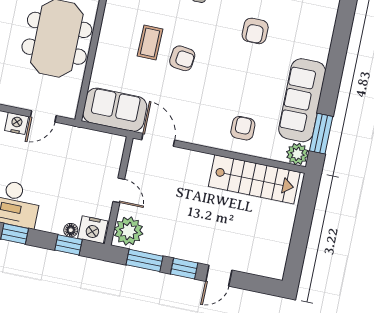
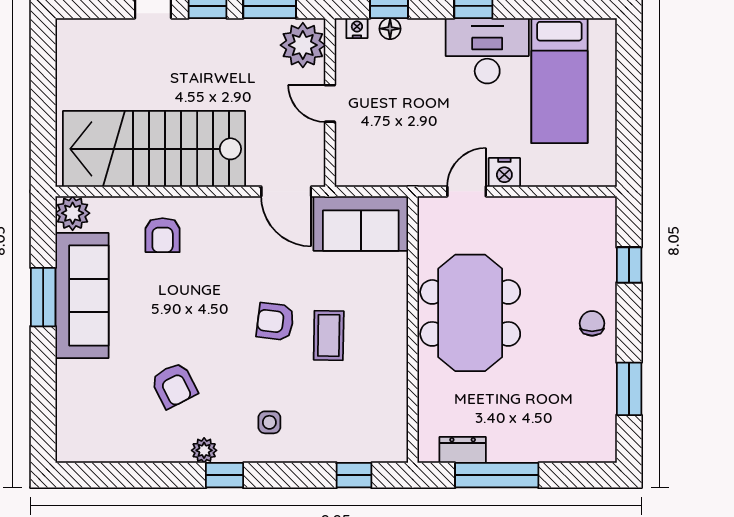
armchair: (255, 31) -> (174, 385), turned 153
window: (321, 134) -> (43, 297), moved
stairs: (254, 179) -> (154, 149), width x1.36, depth x1.51
nightstand: (93, 230) -> (357, 28), width x0.53, depth x0.56

